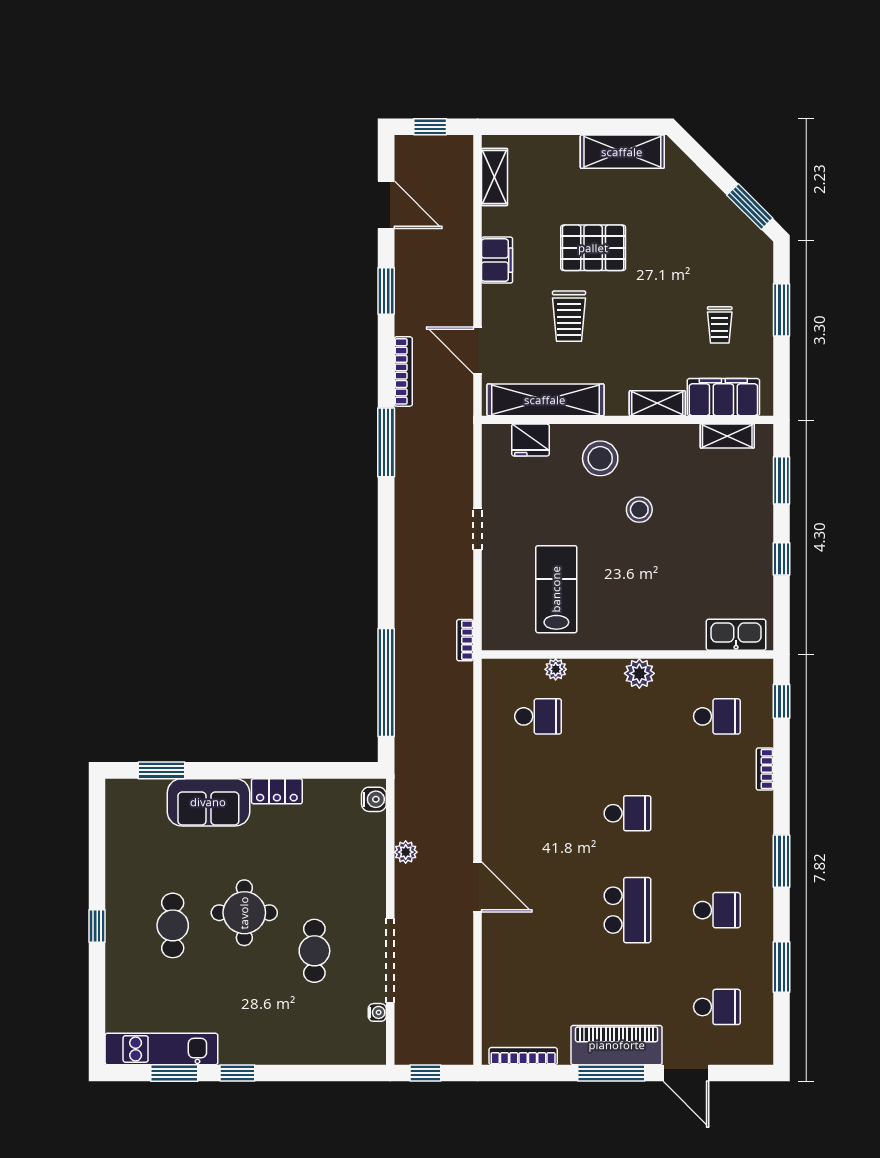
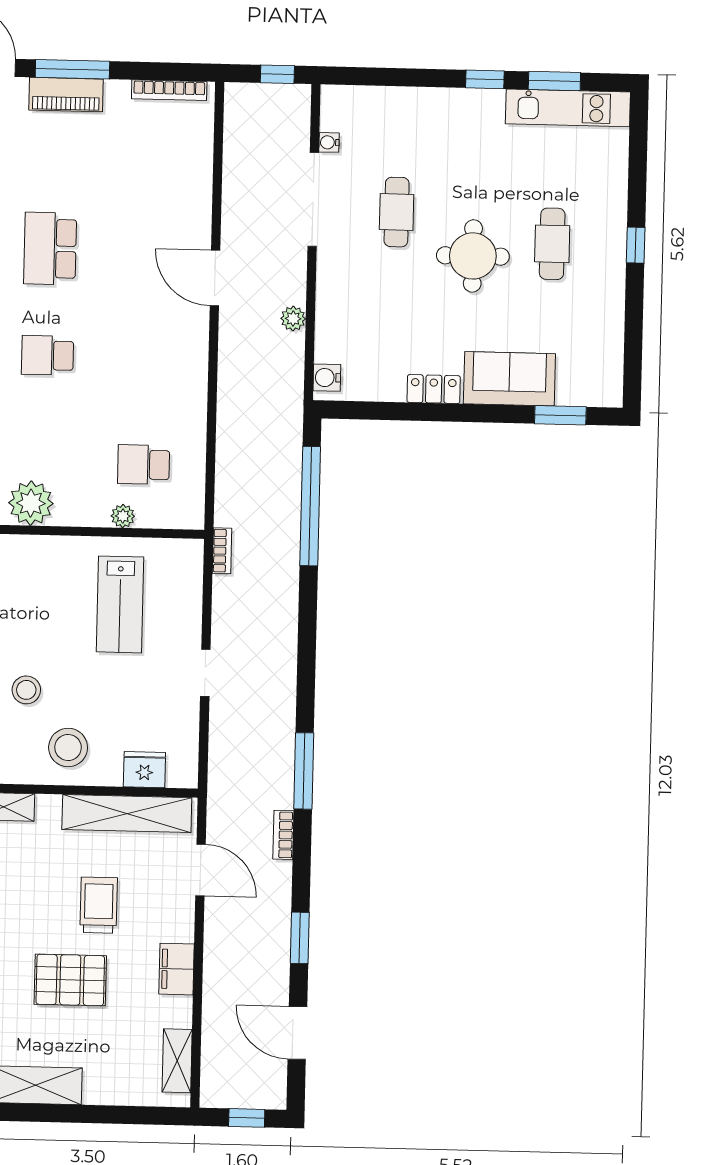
bookcase: (403, 371) -> (283, 835), width x0.64
plant: (639, 673) -> (31, 503), width x1.36, depth x1.36
piano: (617, 1045) -> (66, 95), width x0.73, depth x0.75

